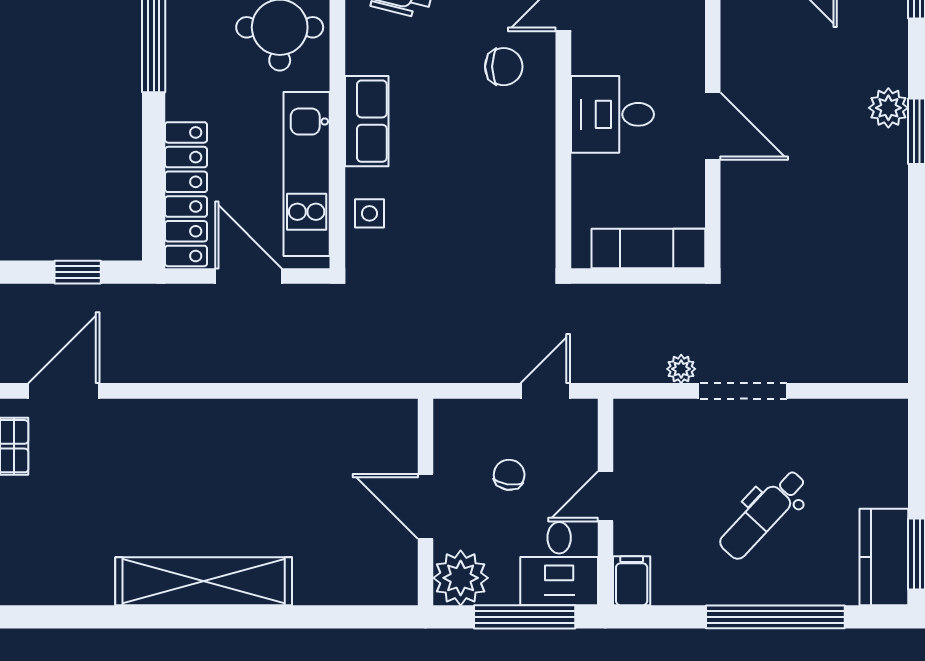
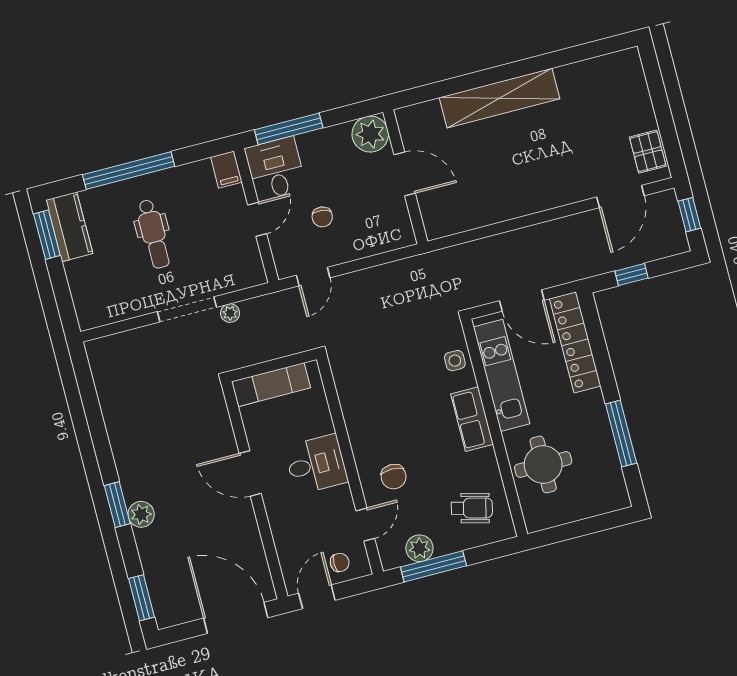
chair: (504, 67) -> (394, 477), turned -90
wall: (425, 502) -> (405, 177), moved
door: (425, 506) -> (405, 174), moved
dental chair: (763, 514) -> (154, 234), turned 137
plant: (461, 578) -> (370, 134), moved

